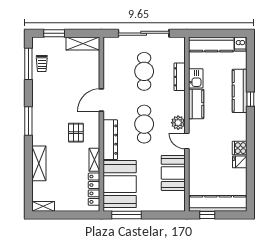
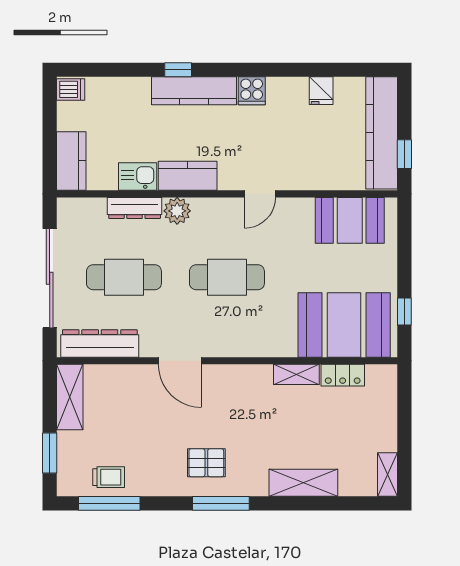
kitchen counter: (211, 44) -> (71, 161), width x0.67
kitchen counter: (240, 91) -> (194, 91), moved
plant: (178, 123) -> (177, 211), moved
pallet: (76, 133) -> (206, 463), moved
dresser: (110, 140) -> (100, 343), moved
cooker: (240, 148) -> (252, 91), moved
fridge: (240, 162) -> (321, 91), moved
booth: (173, 173) -> (350, 220), moved
locker: (94, 189) -> (343, 375), width x0.66
window: (127, 215) -> (404, 312), width x0.46

